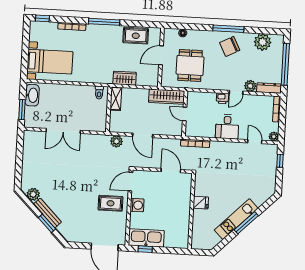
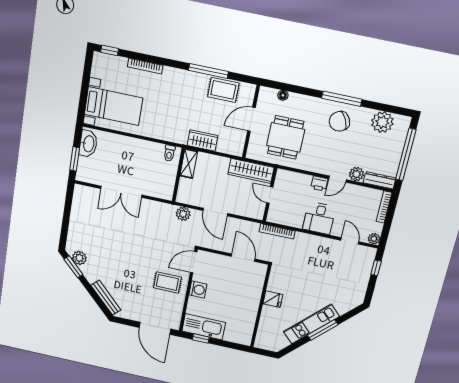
window: (104, 22) -> (208, 71), moved
bench: (47, 213) -> (106, 298), moved
window: (47, 223) -> (73, 267), moved

